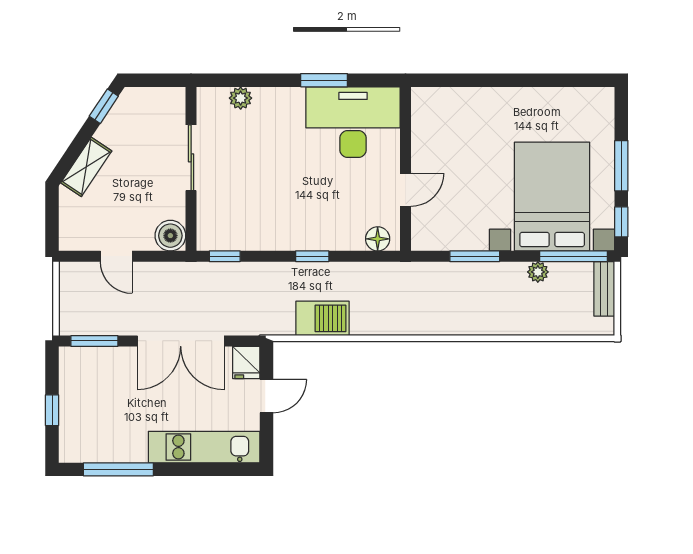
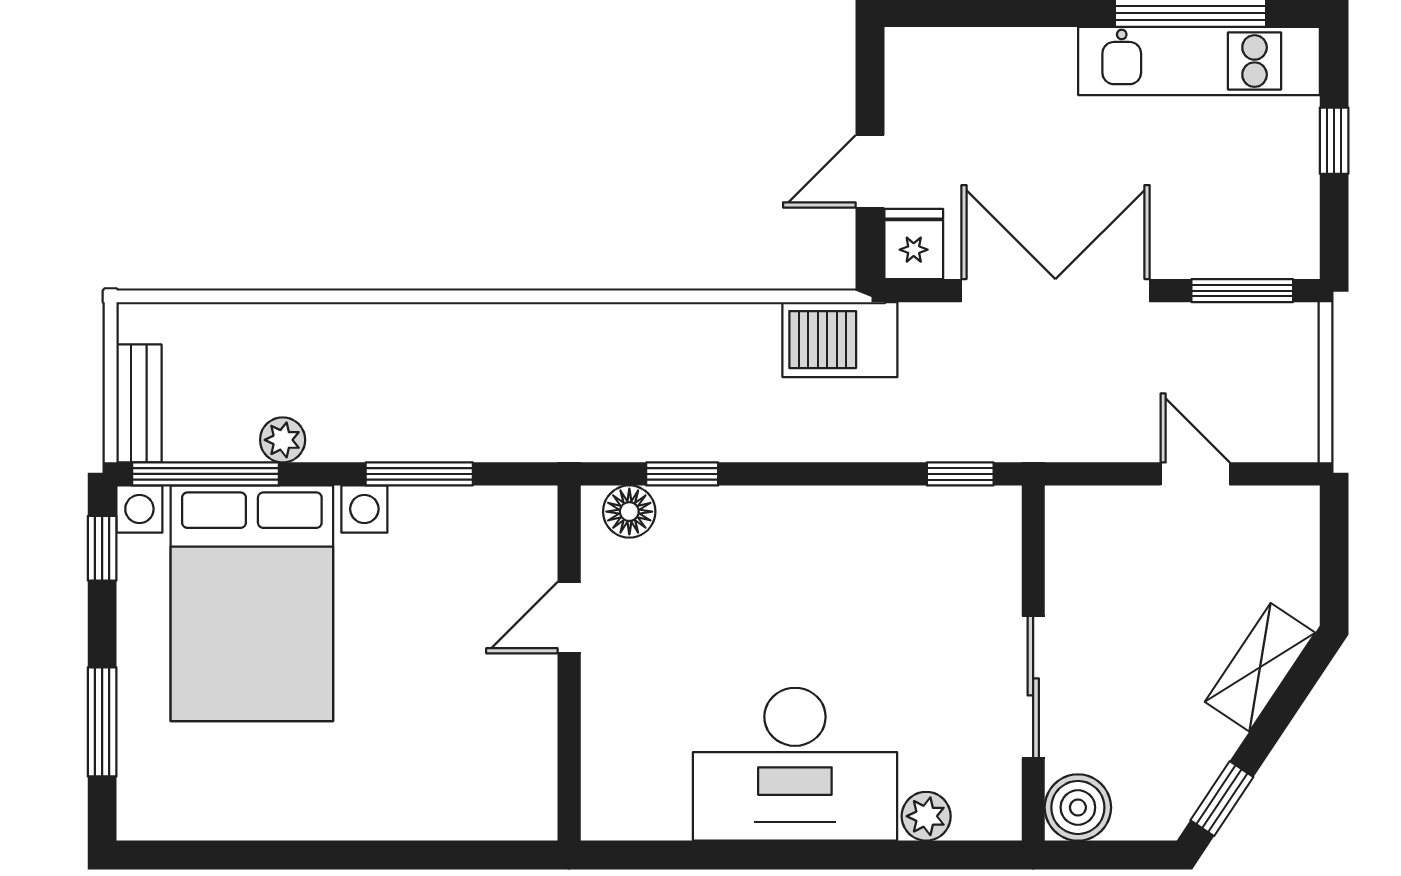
window: (324, 80) -> (745, 855), removed
desk: (353, 122) -> (795, 764), moved
window: (621, 166) -> (102, 722), moved
boiler: (170, 236) -> (1078, 807), moved
window: (312, 256) -> (682, 474), moved
barbecue: (323, 318) -> (840, 340), moved
kitchen unit: (204, 447) -> (1199, 61), moved

